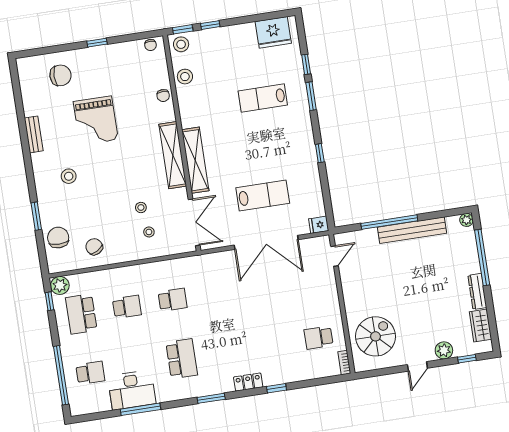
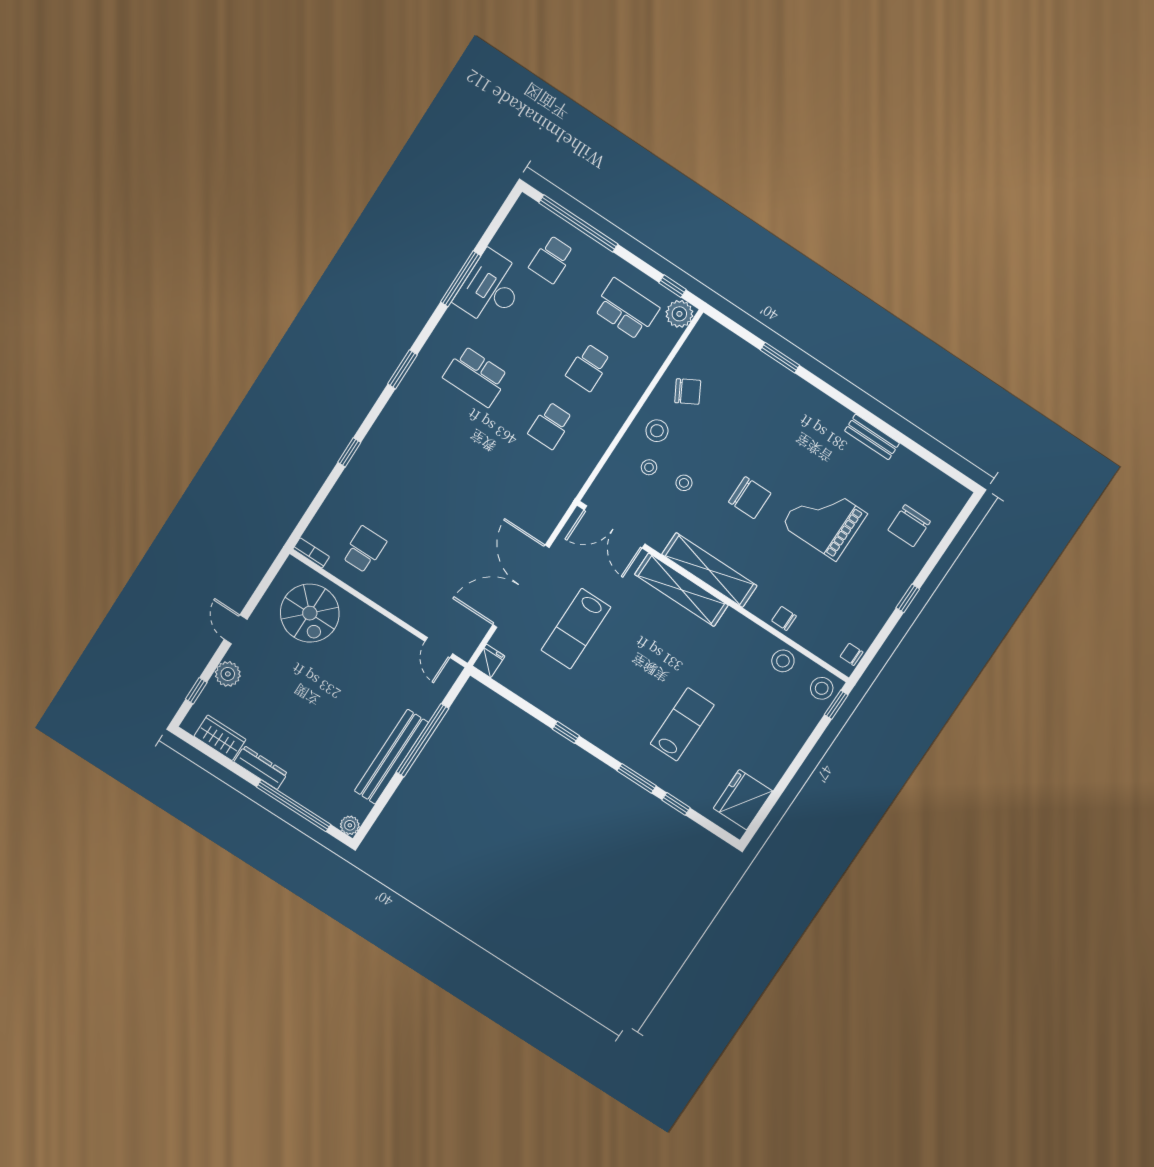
window: (210, 25) -> (813, 739), removed
stool: (69, 176) -> (657, 431), moved
chair: (58, 238) -> (750, 498), moved
locker: (248, 382) -> (384, 427), removed

